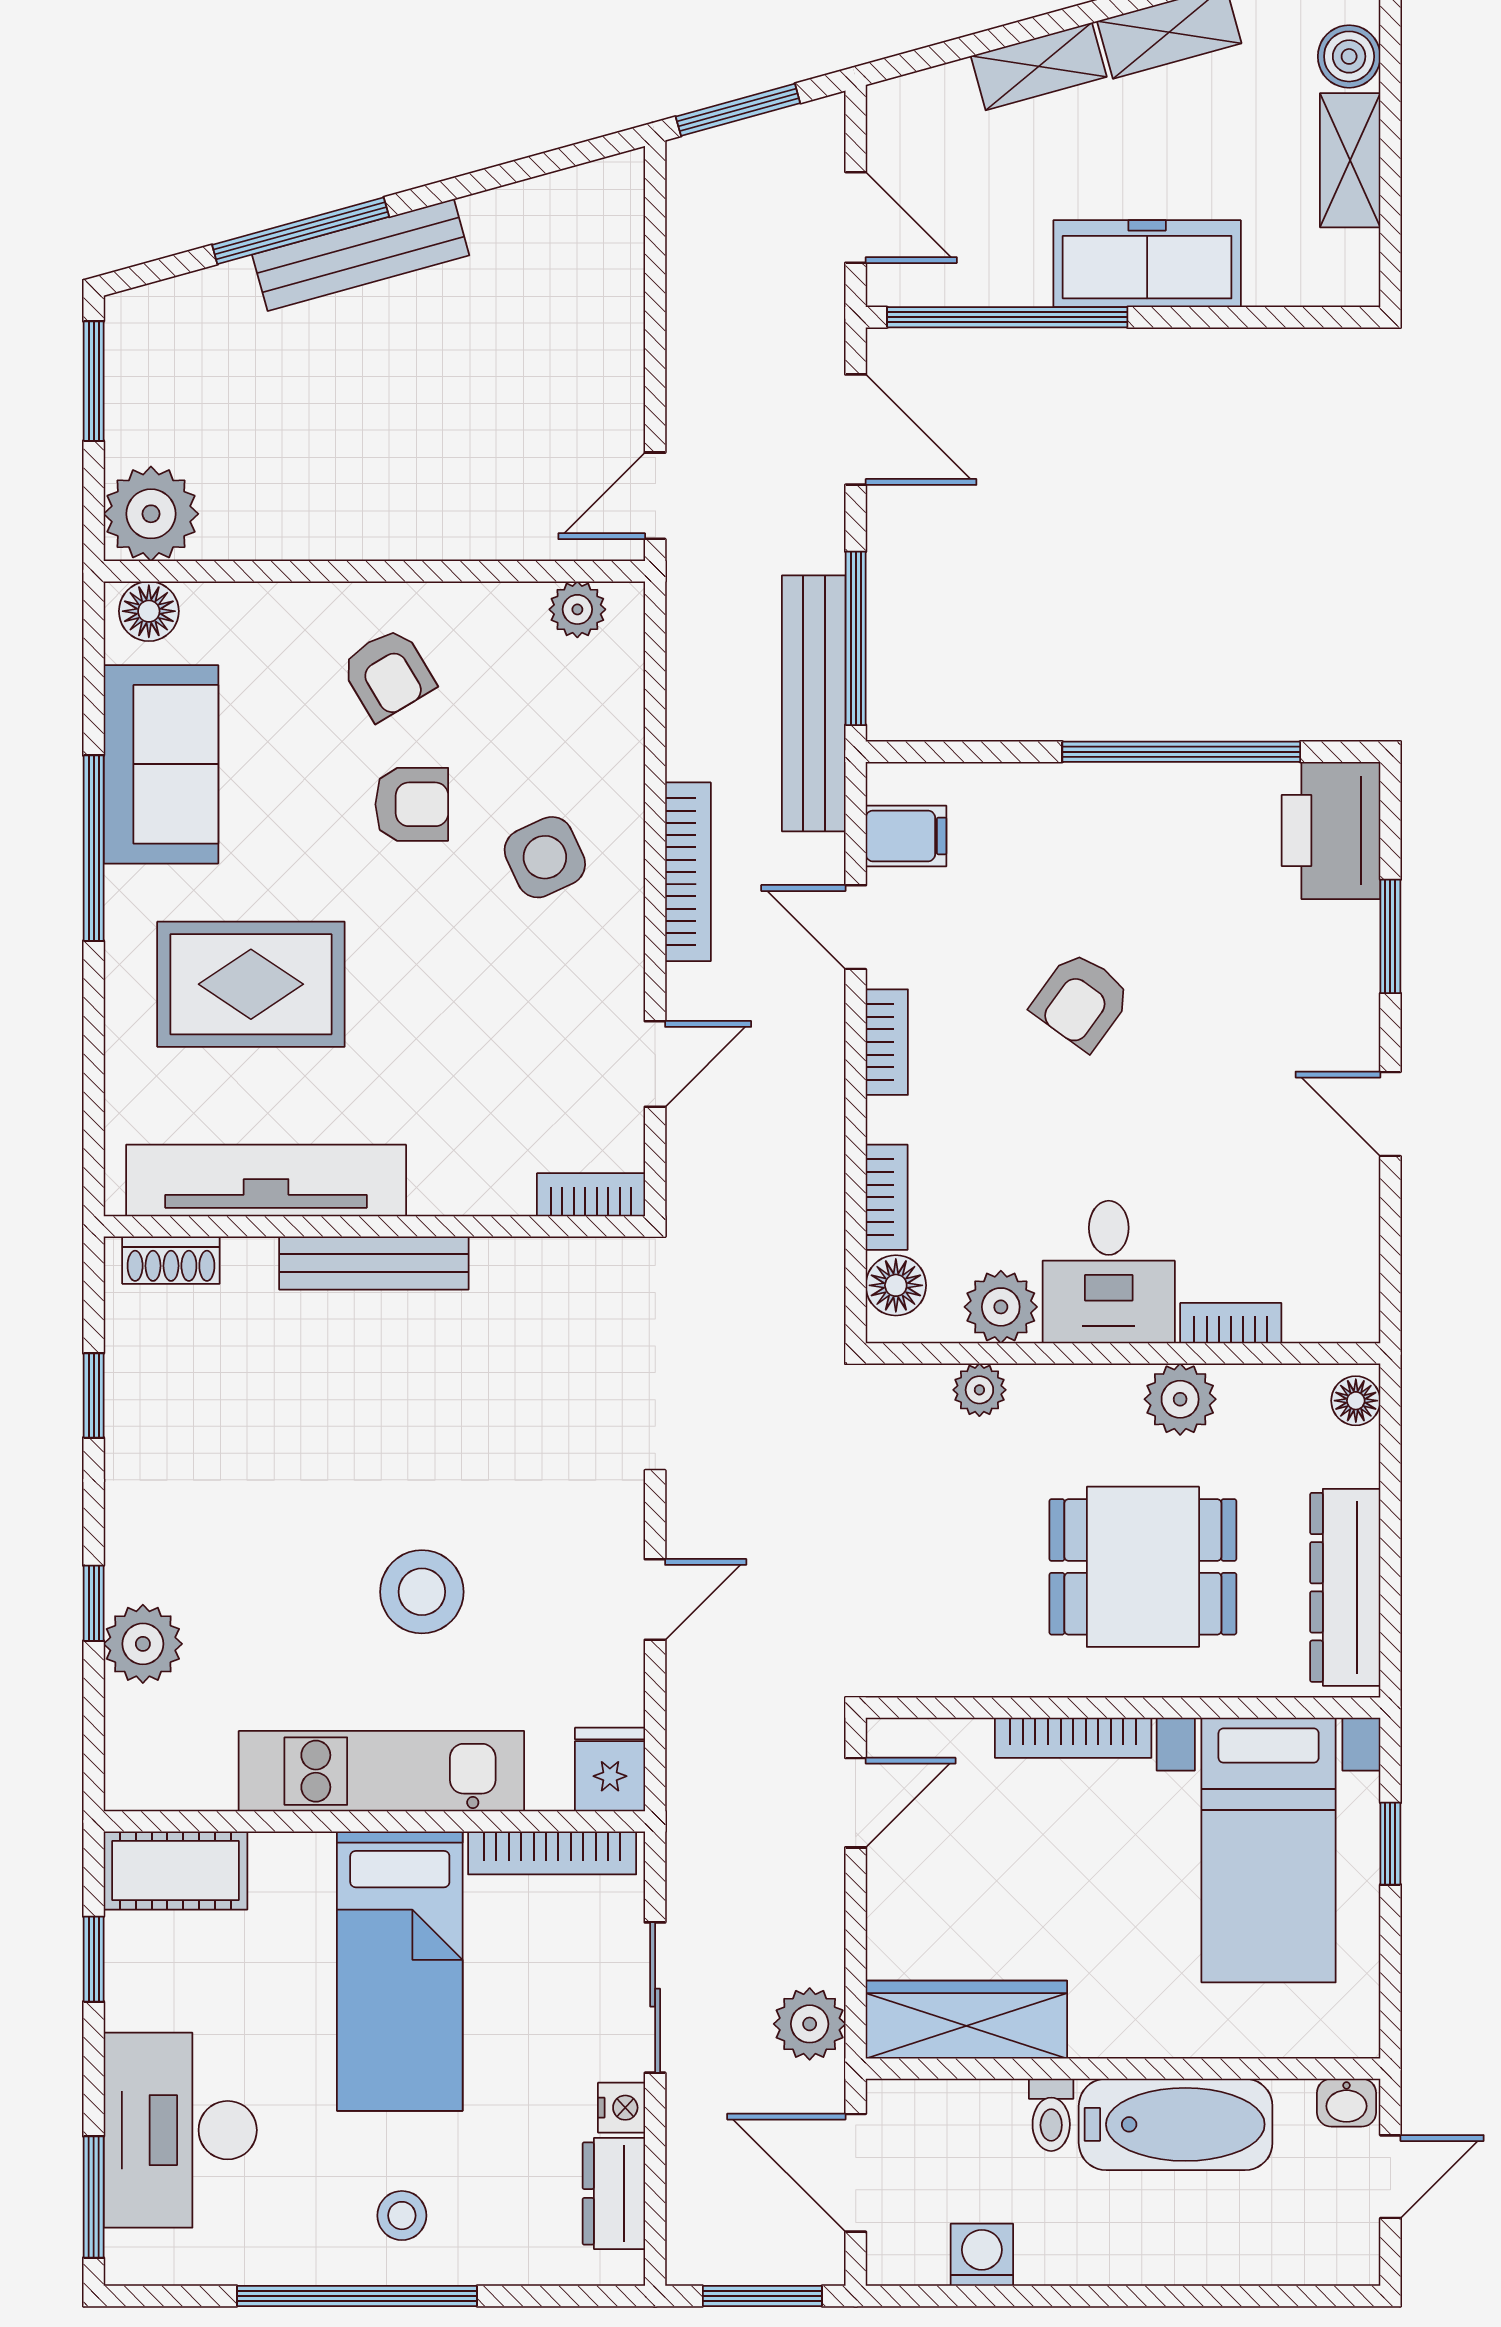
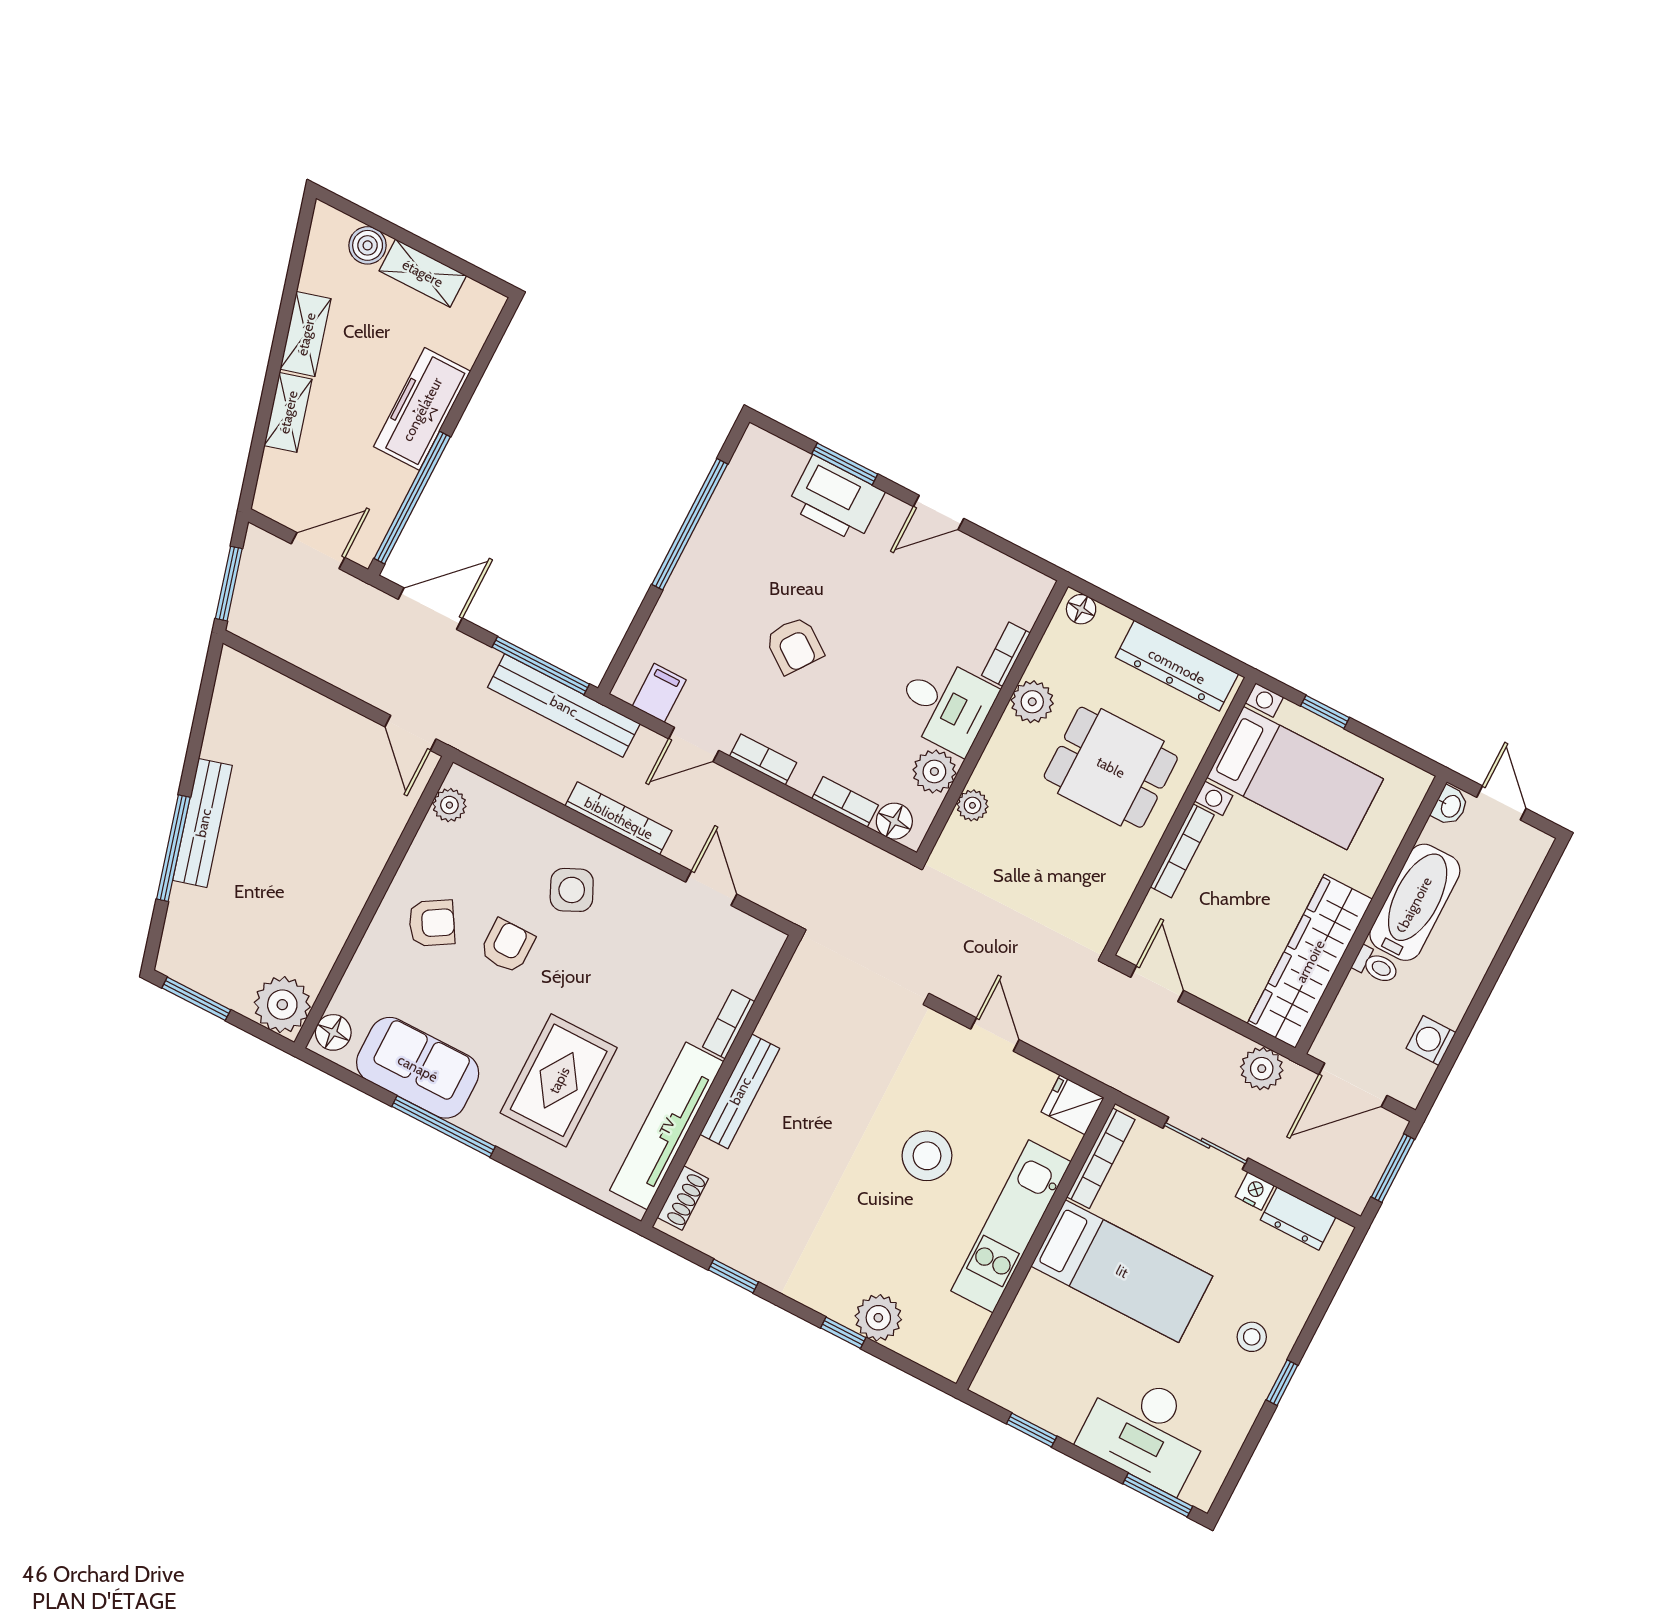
printer: (1331, 830) -> (836, 499), moved
bookcase: (591, 1195) -> (729, 1024), moved
dining table: (1143, 1567) -> (1111, 767), turned 90
cot: (175, 1870) -> (1007, 1362), removed
wardrobe: (966, 2020) -> (1310, 961), width x1.40, depth x1.17
window: (357, 2296) -> (1282, 1383), width x0.32

